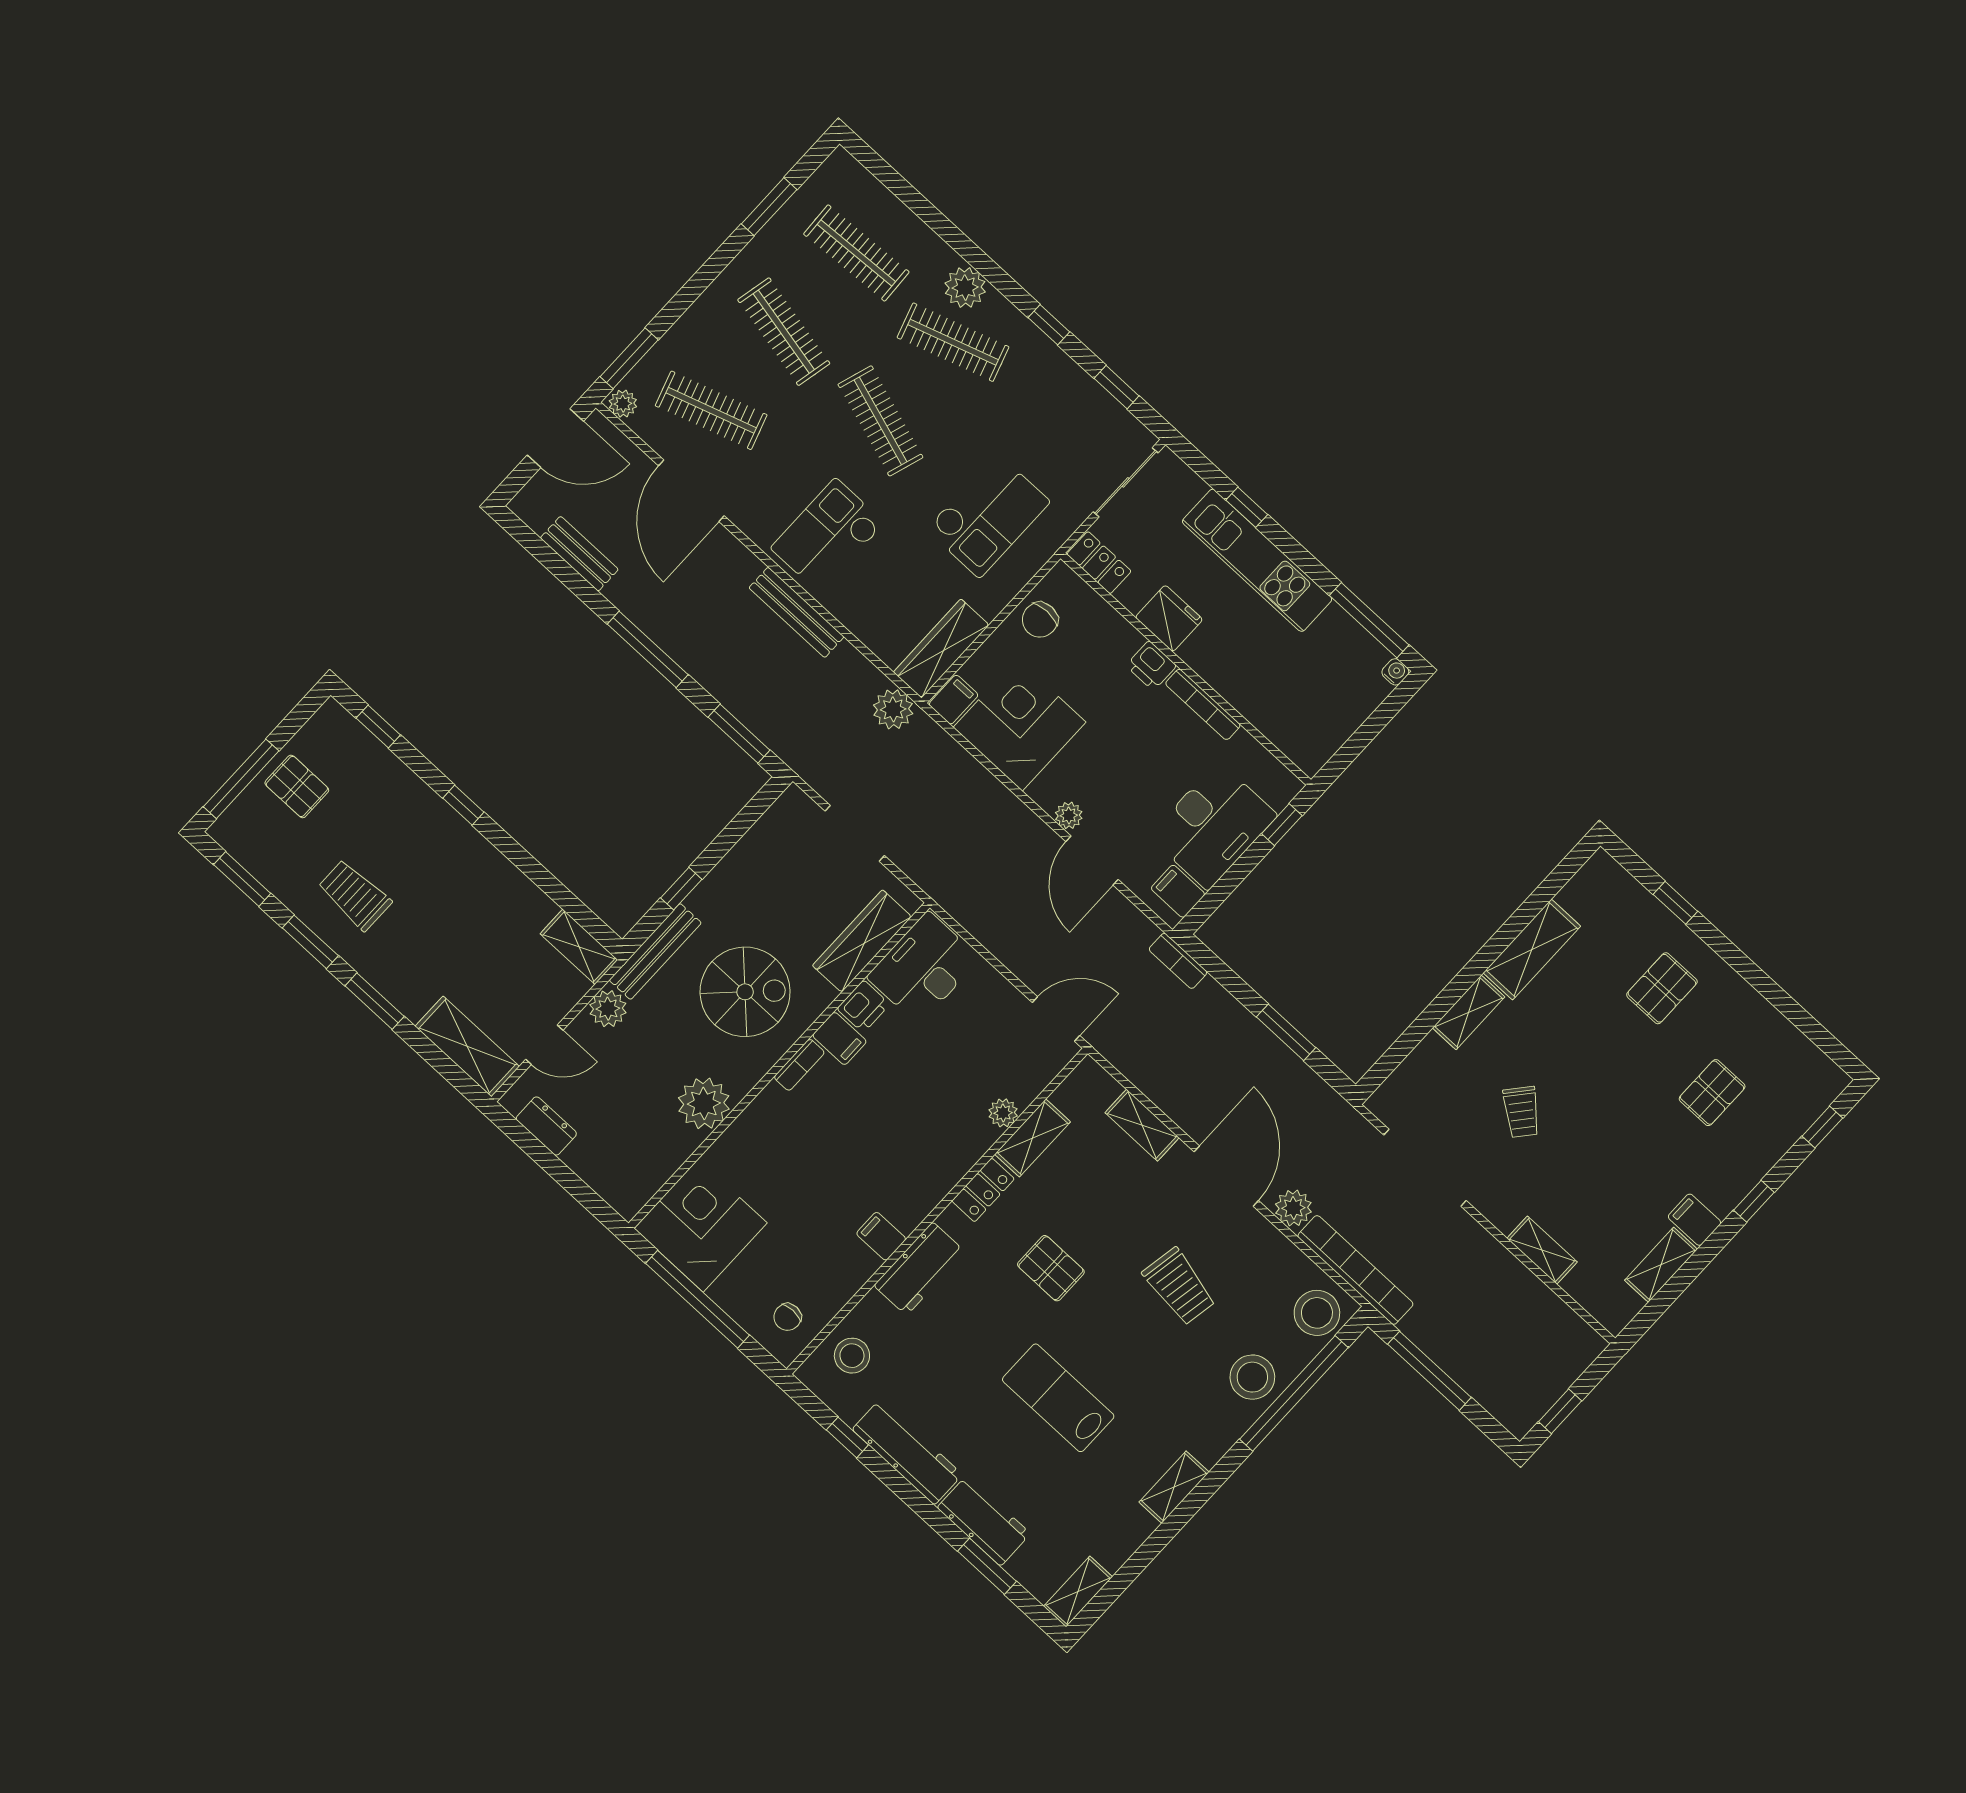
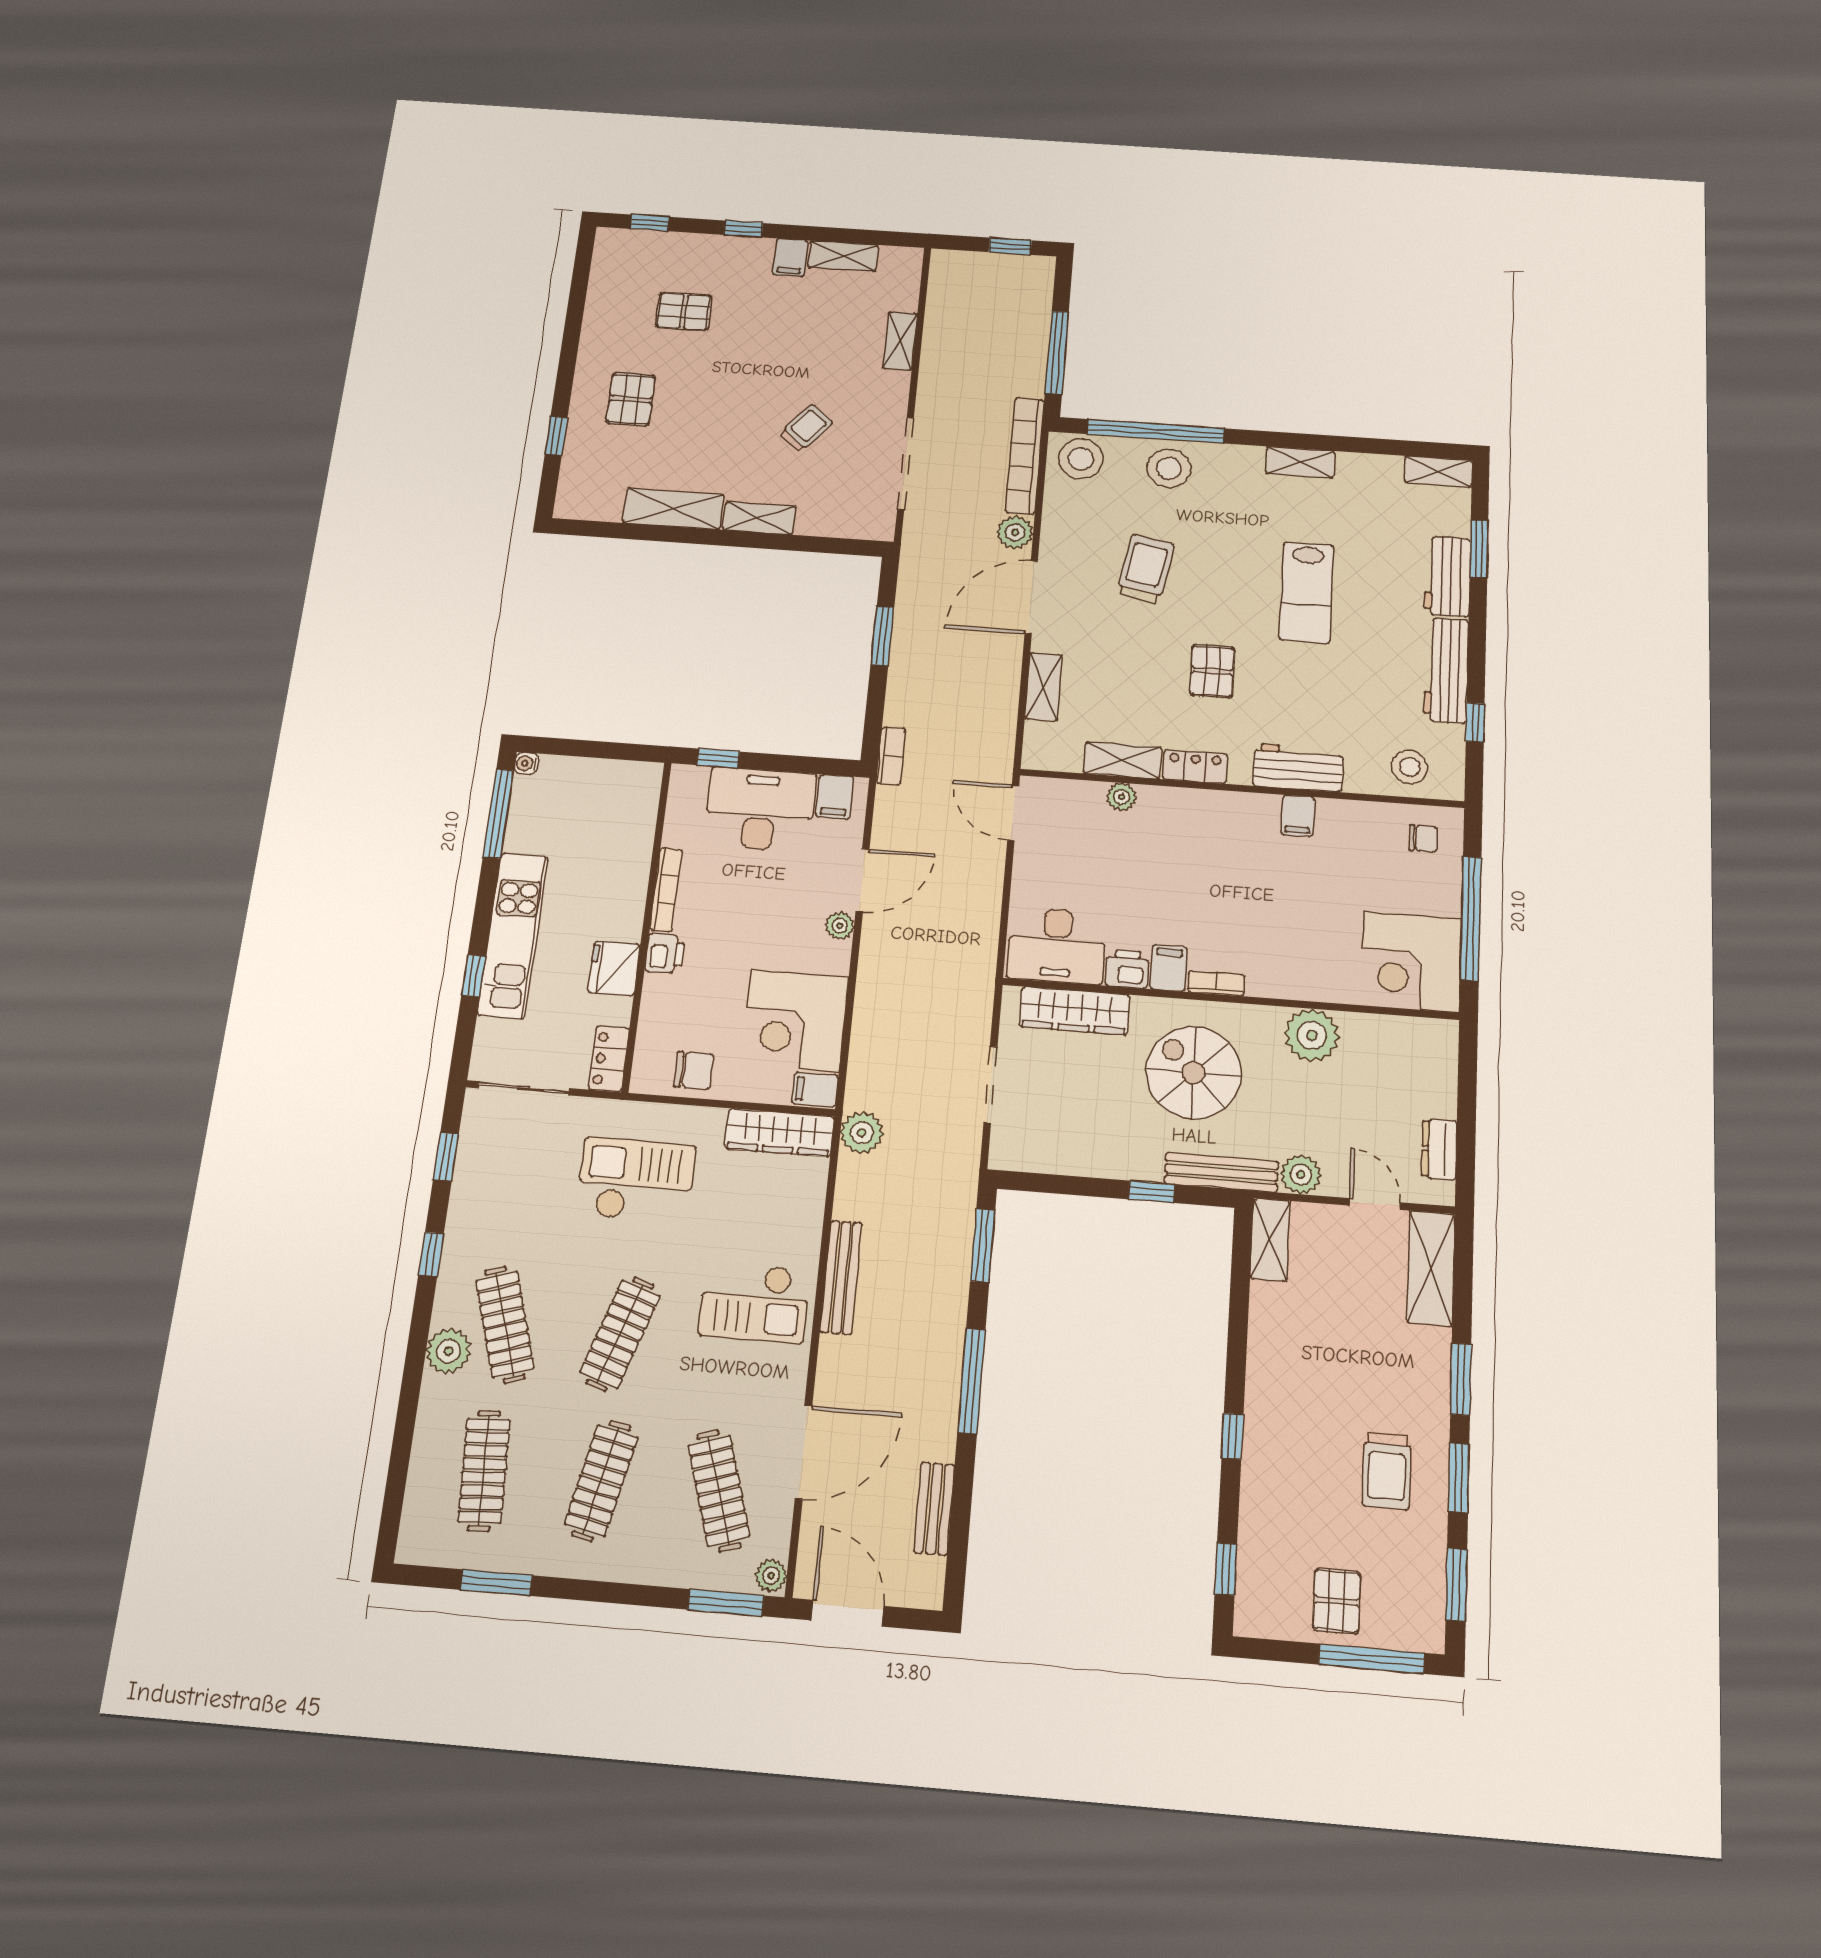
pallet: (1662, 988) -> (631, 399), turned 90

